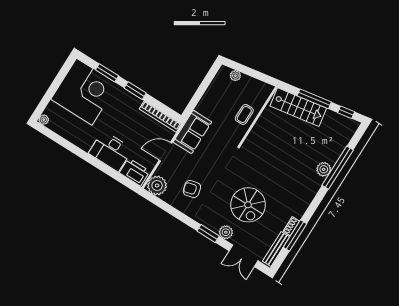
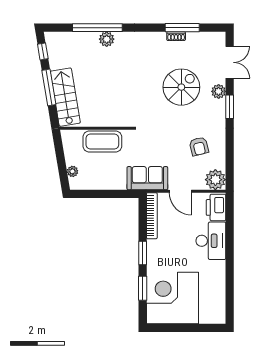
coffee table: (244, 114) -> (102, 142), width x1.86, depth x1.72
plant: (44, 120) -> (220, 319), removed
bench: (276, 249) -> (205, 37), removed

